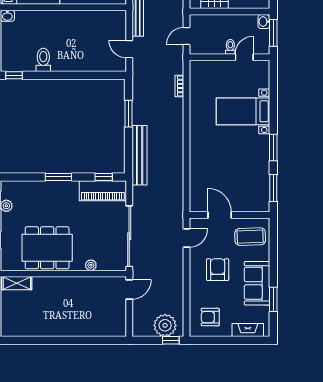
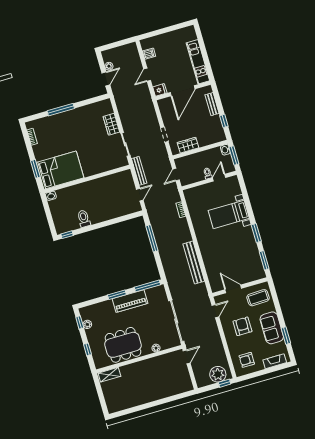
door: (129, 49) -> (140, 195), swing flipped
window: (129, 114) -> (152, 238), width x1.44
bench: (140, 155) -> (194, 263), moved
window: (104, 177) -> (147, 286), width x2.17
piano: (103, 191) -> (130, 301), moved

